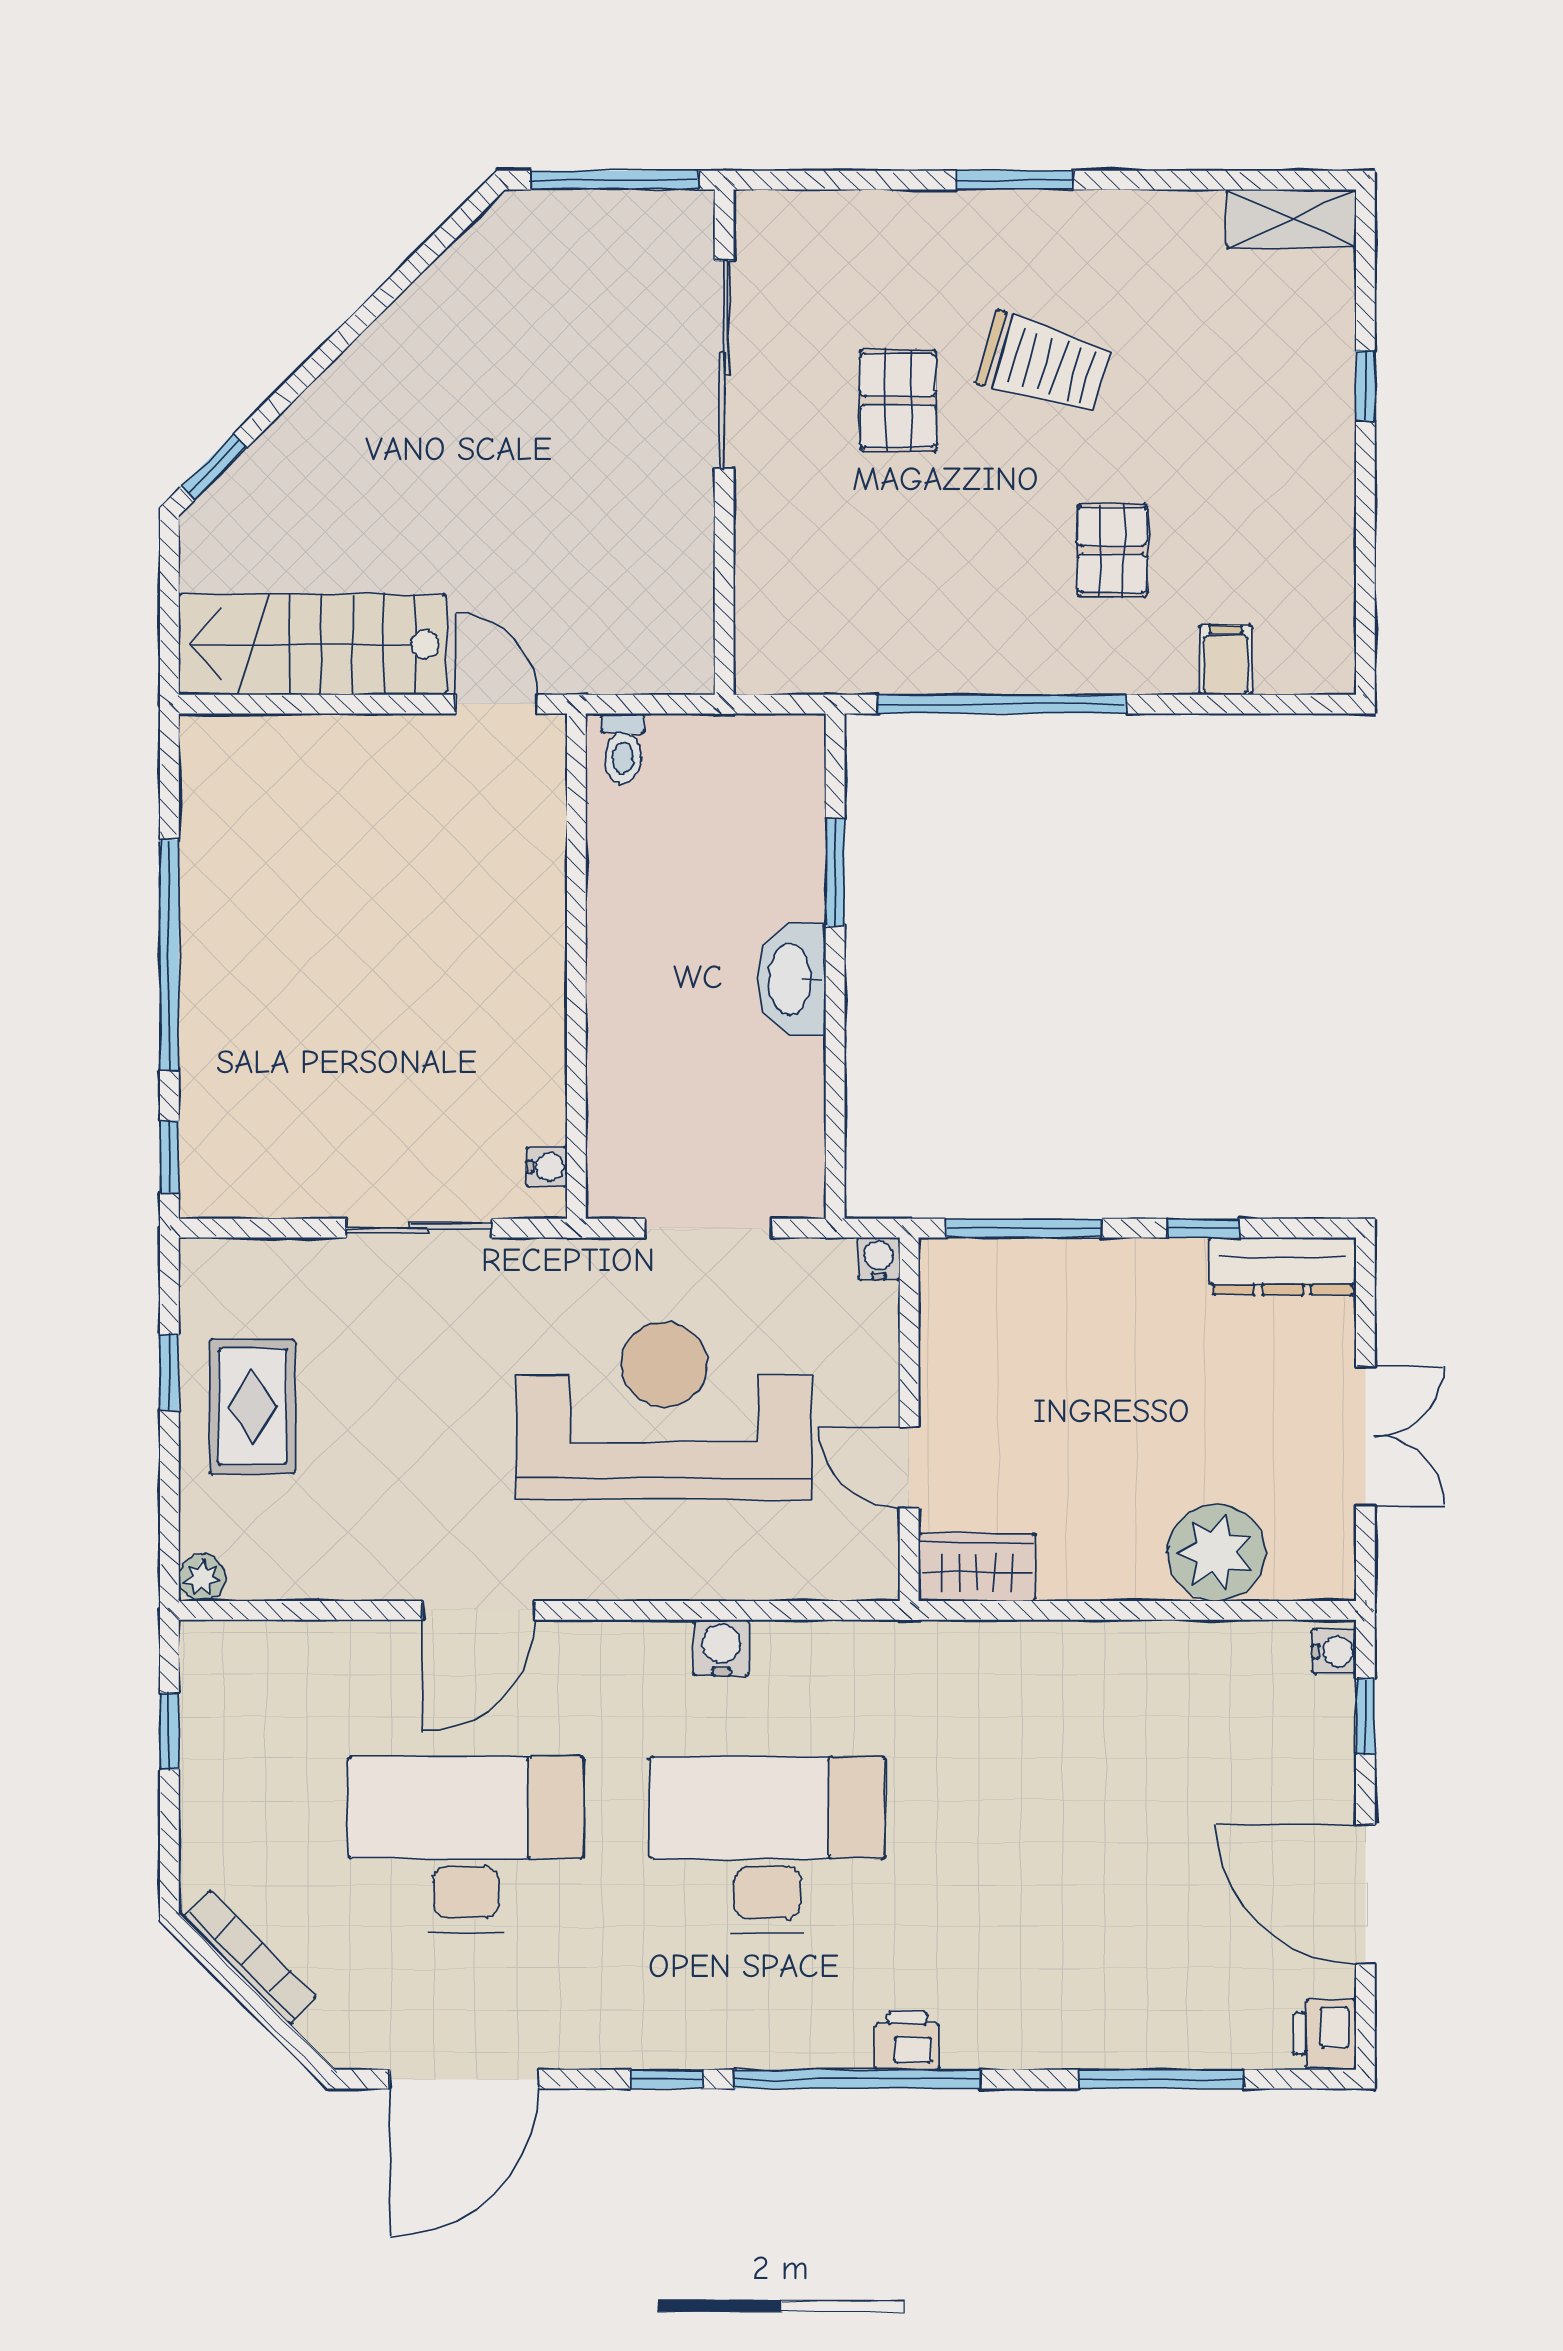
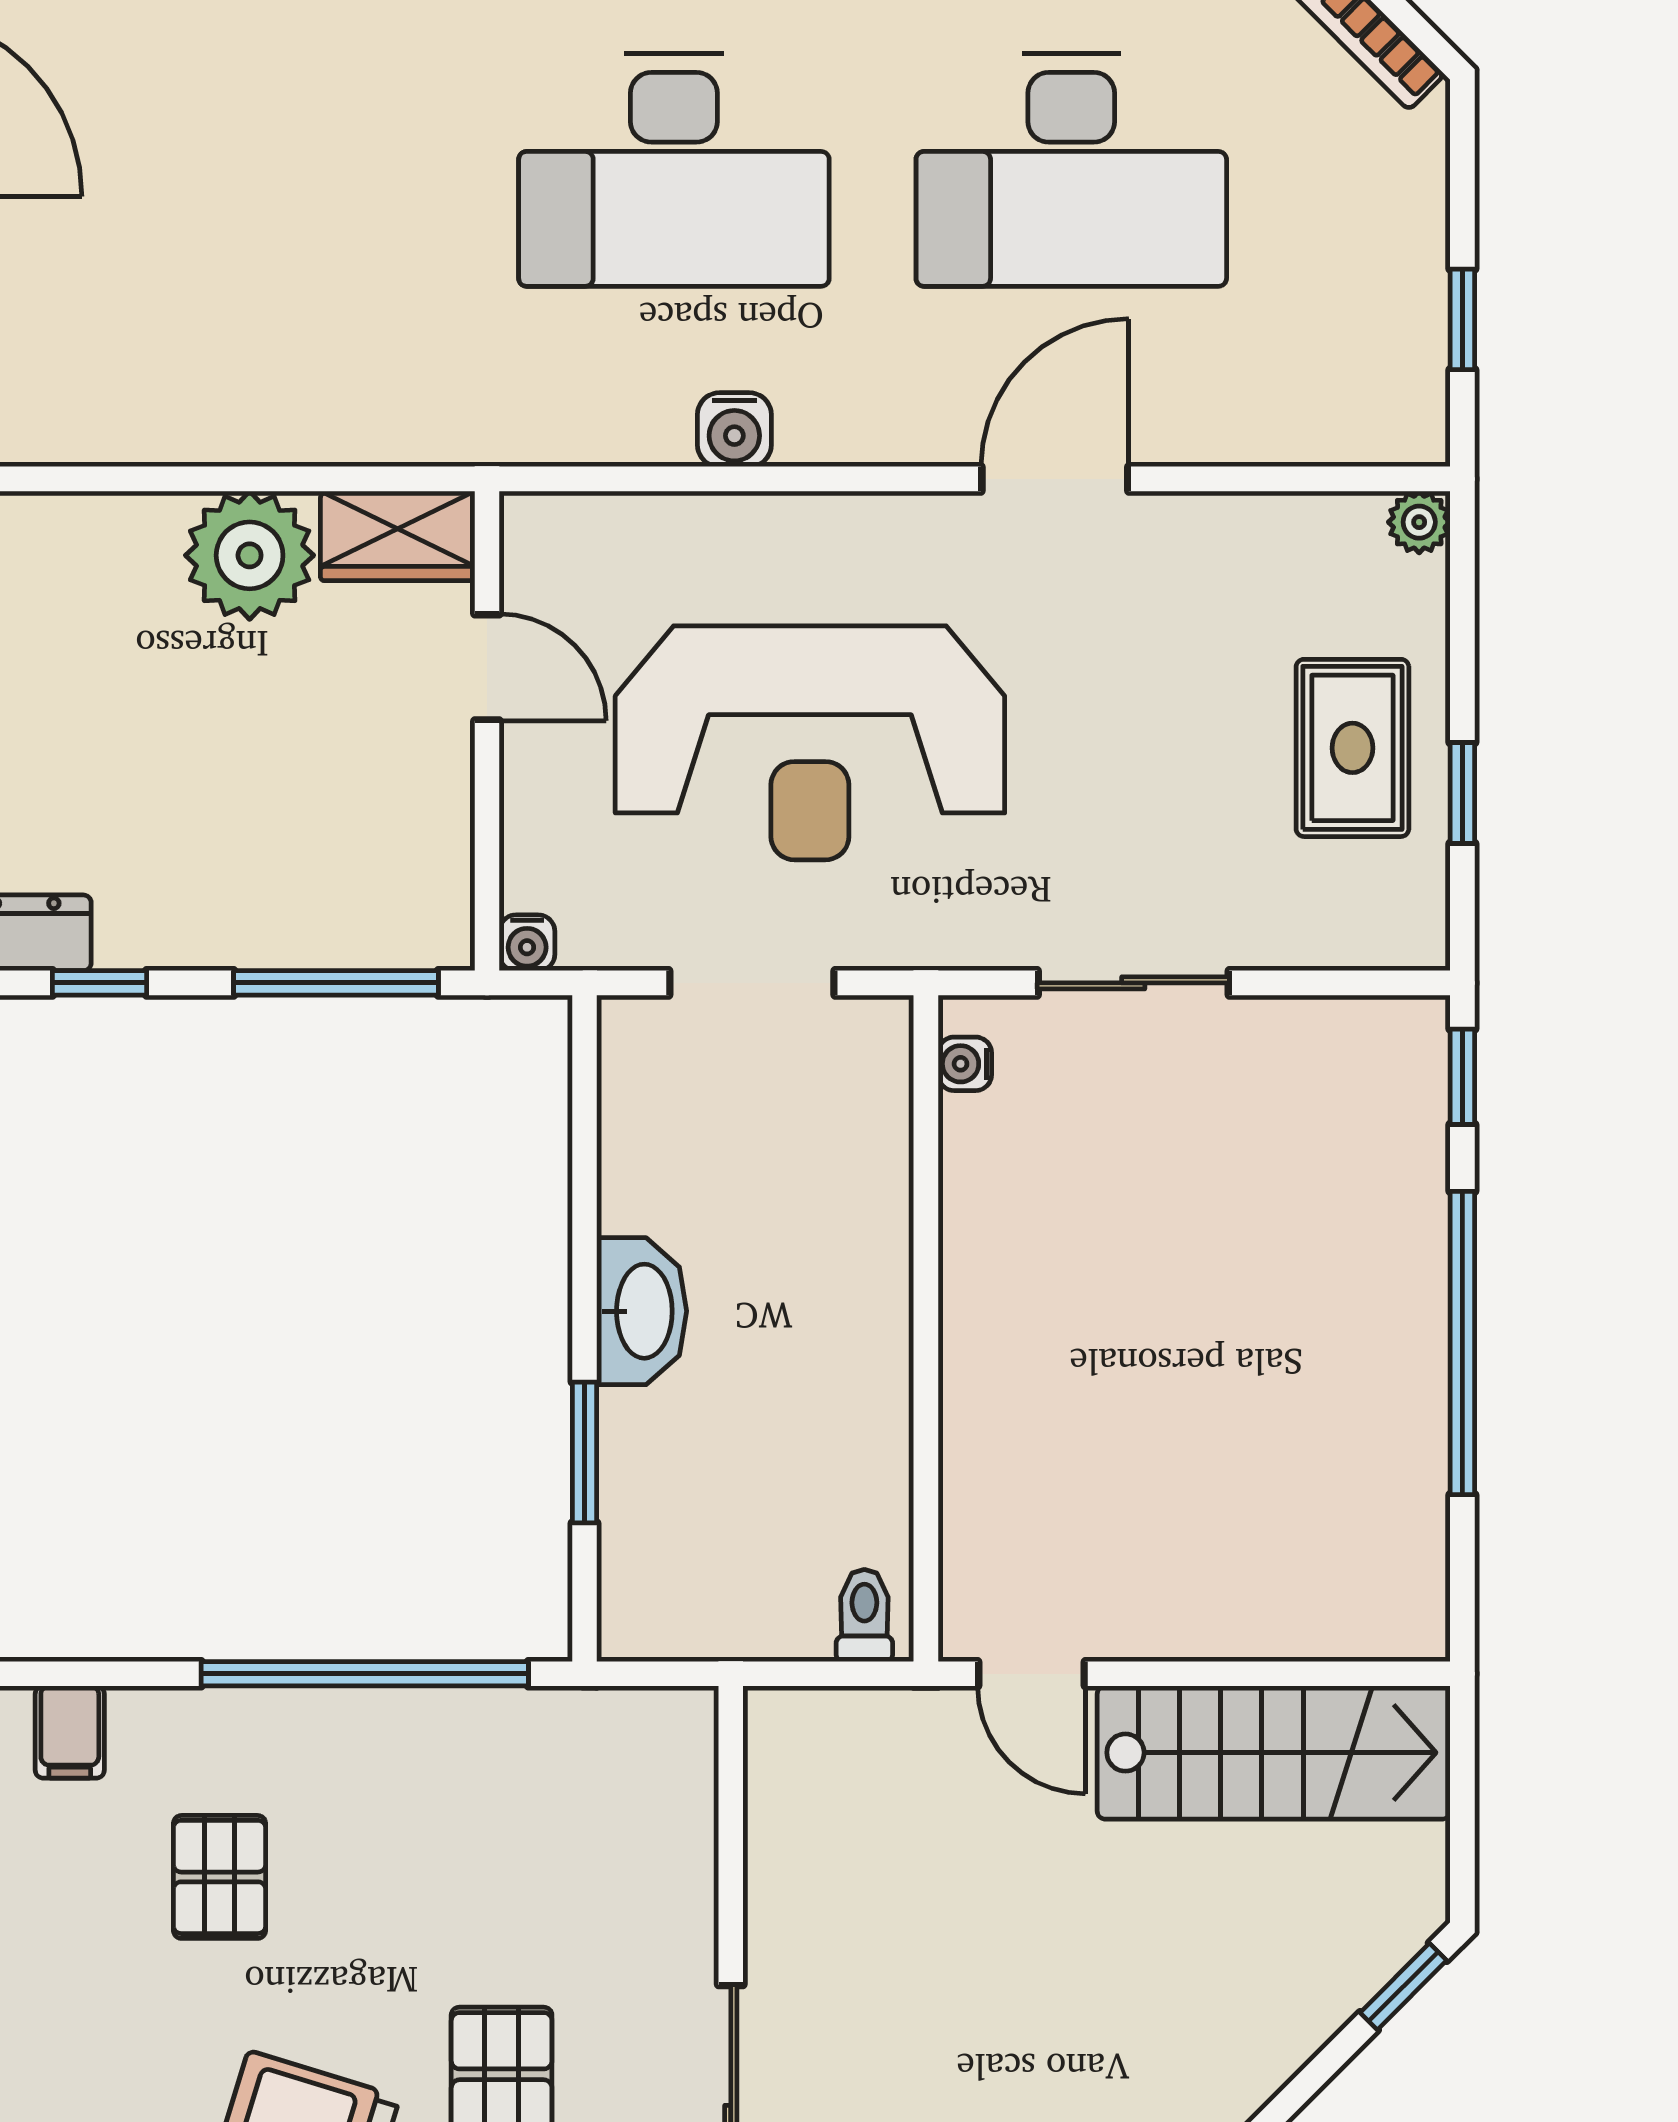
plant: (1217, 1553) -> (250, 555), moved

